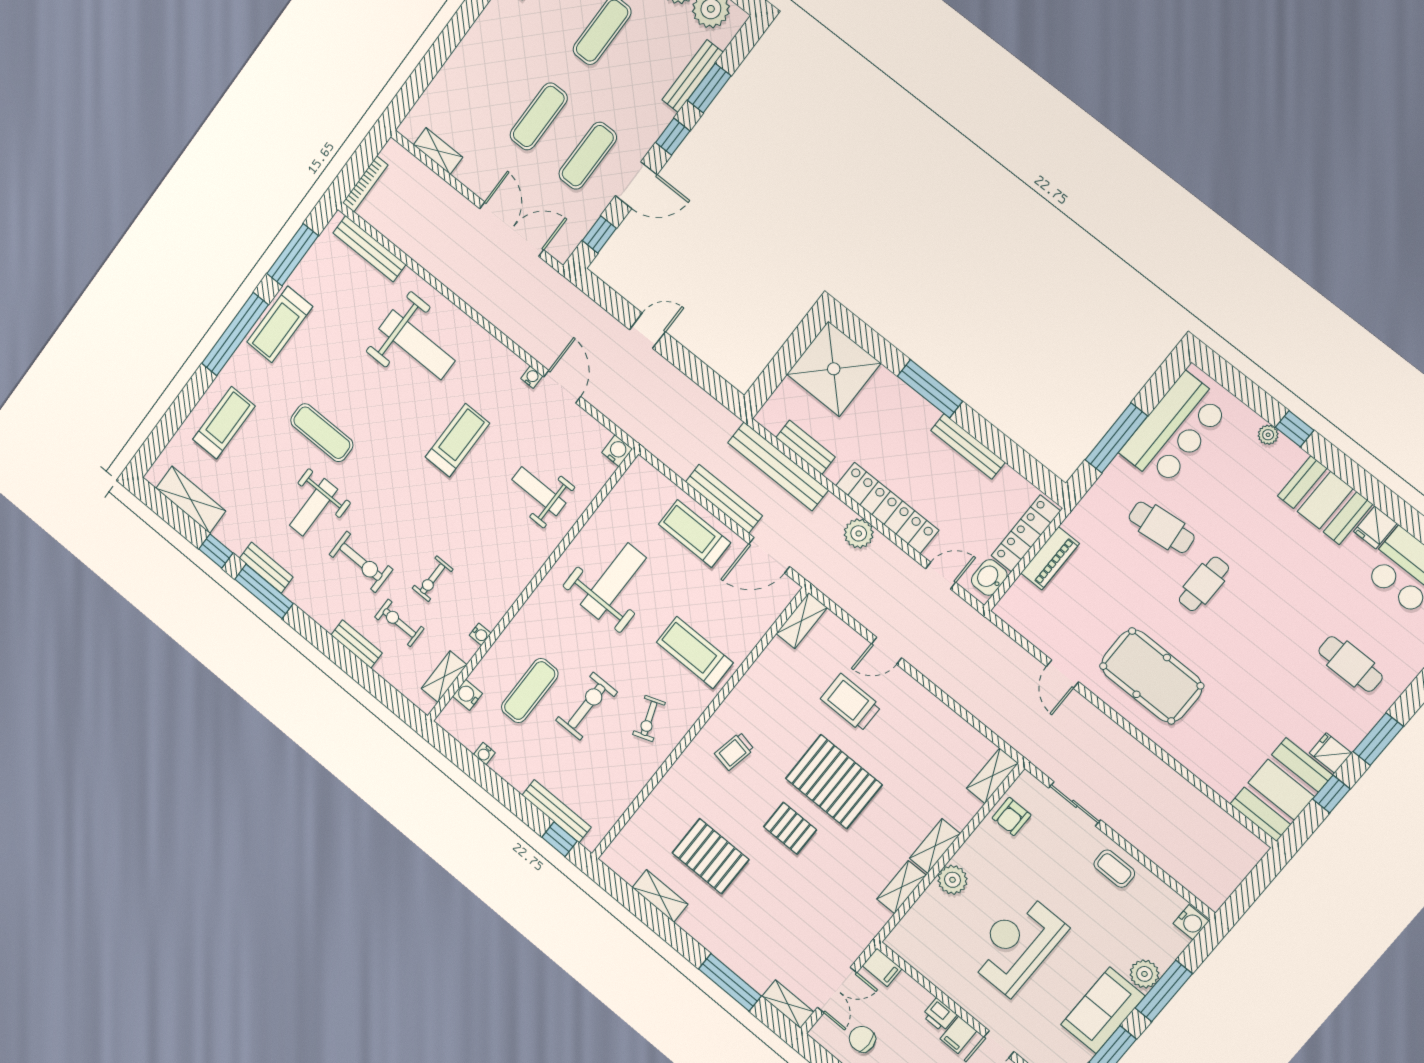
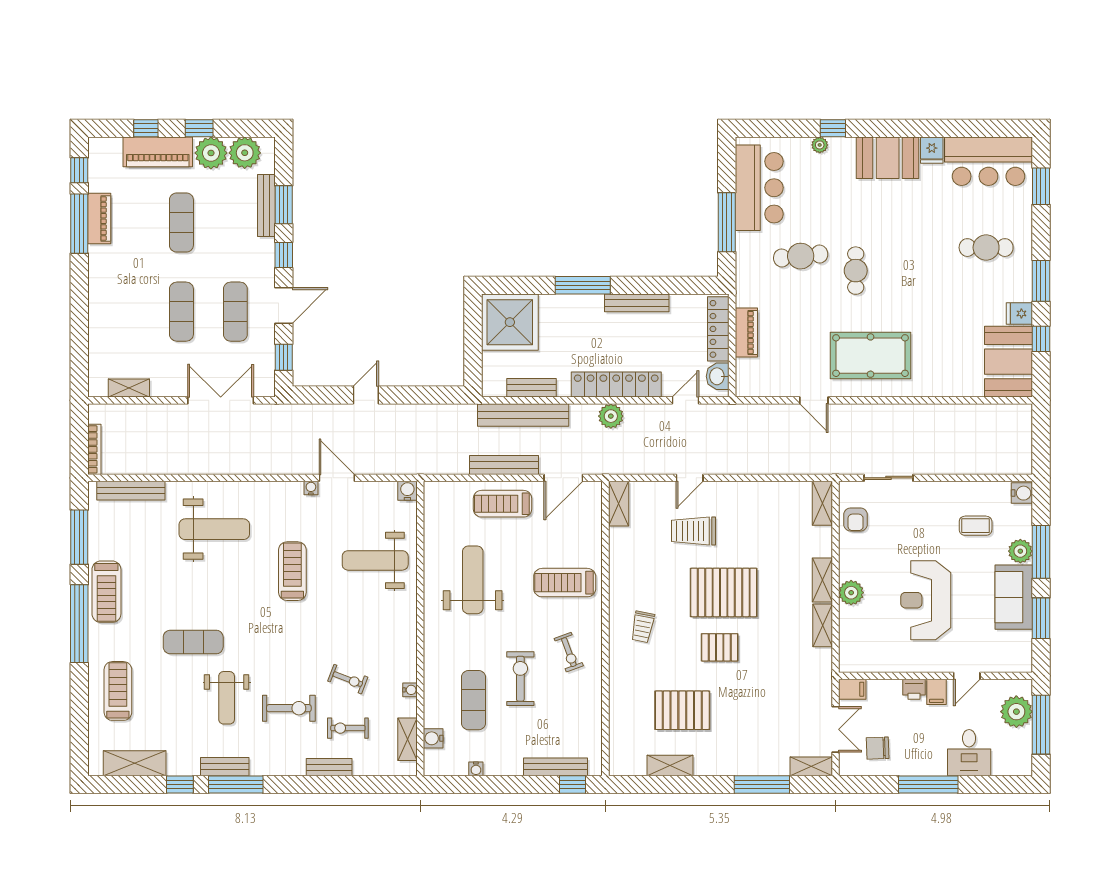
weight bench: (539, 491) -> (375, 560), width x1.36, depth x1.33
exercise bike: (433, 579) -> (348, 679), turned -69
coffee table: (1114, 869) -> (976, 526), moved

